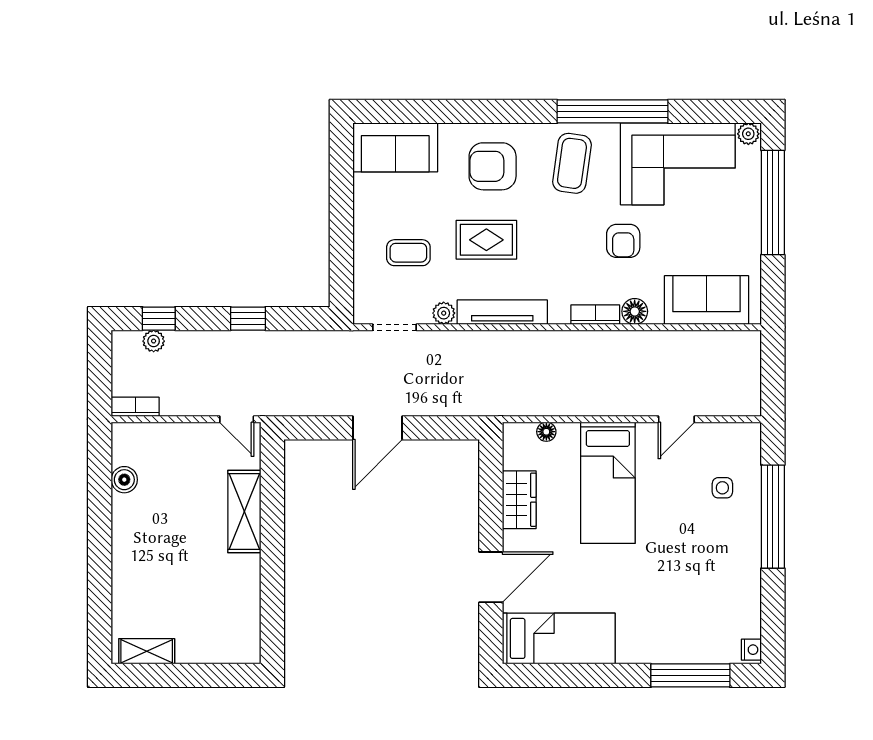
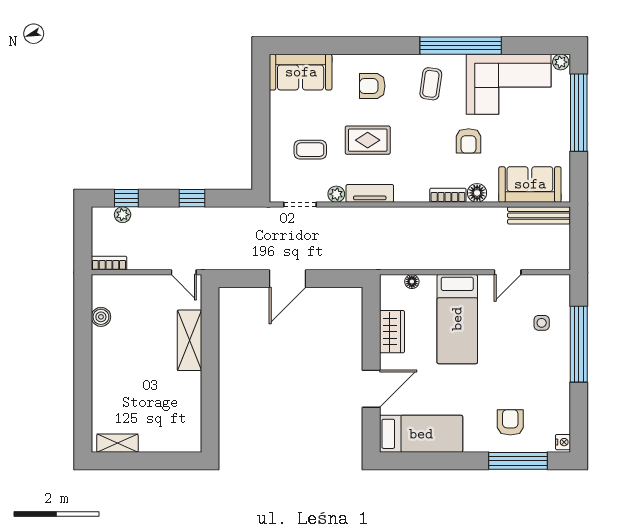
coffee table: (572, 163) -> (431, 84), width x0.73, depth x0.77
armchair: (493, 166) -> (372, 86), width x0.72, depth x0.72
tv unit: (502, 312) -> (370, 193), width x0.71
bench: (719, 342) -> (539, 215), added
armchair: (680, 623) -> (510, 422), added

